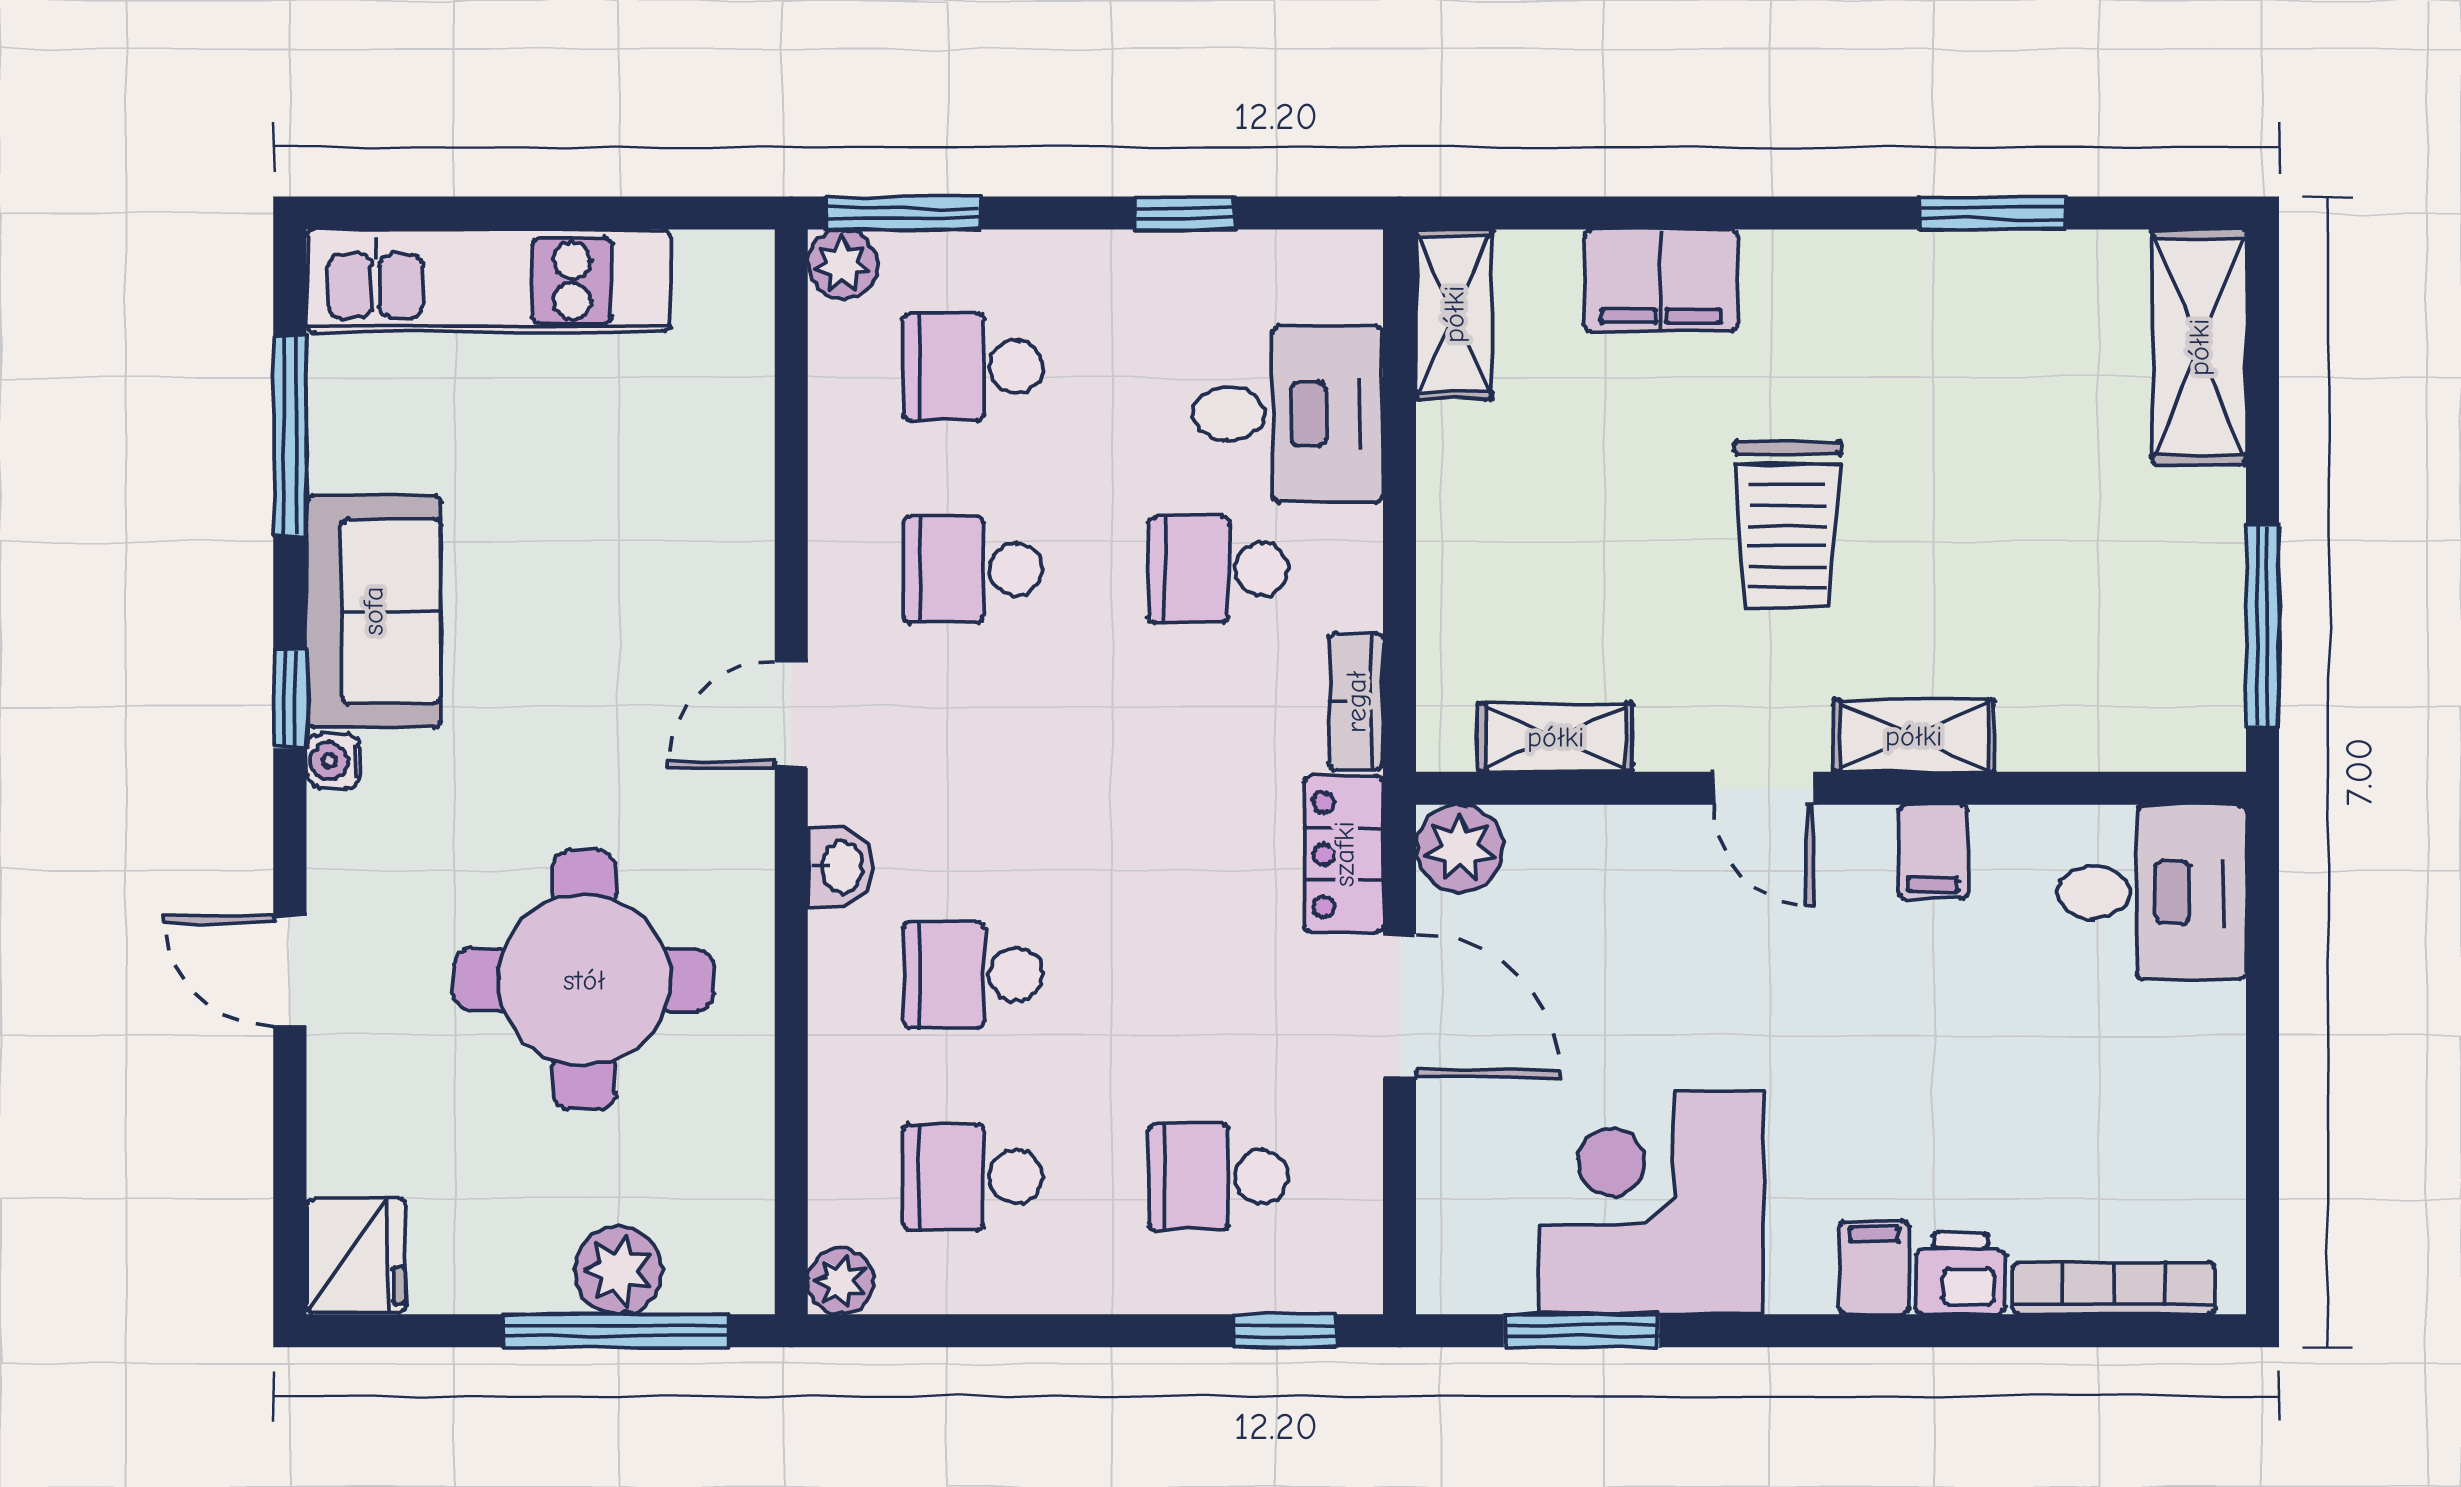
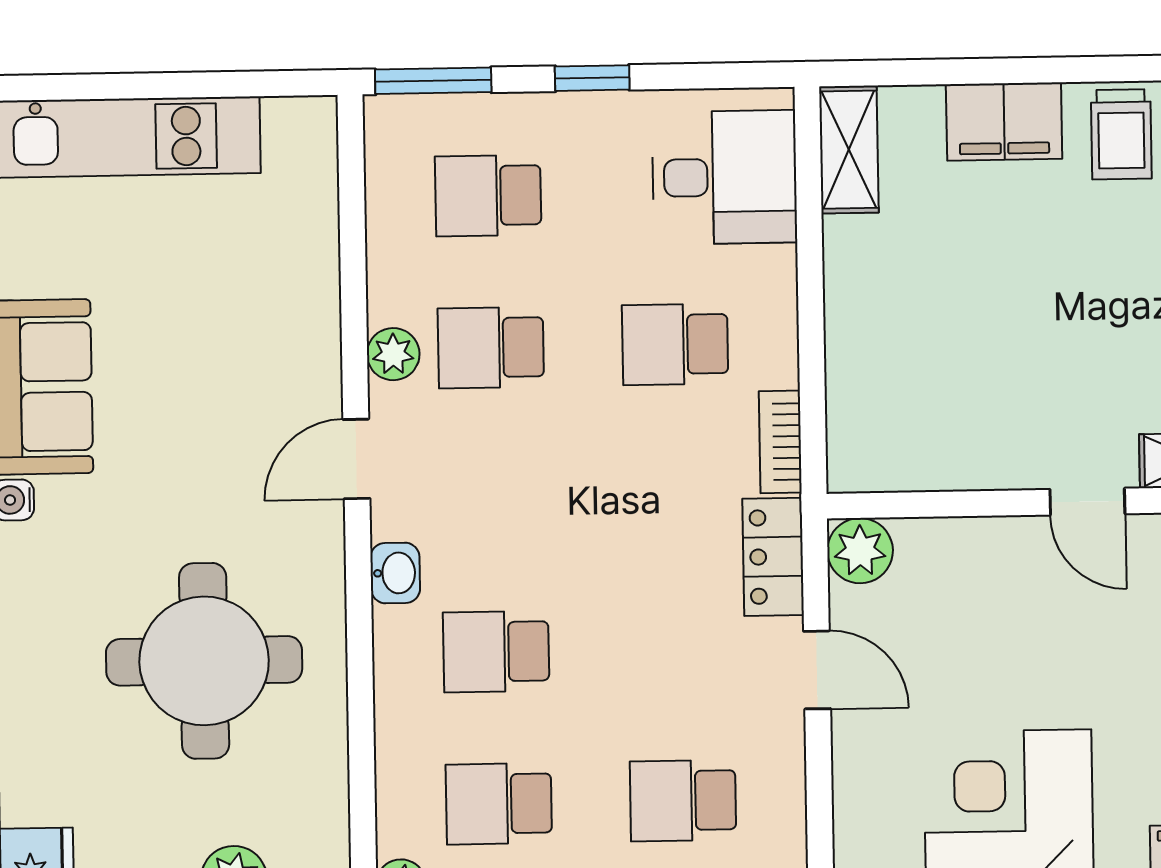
window: (1184, 213) -> (592, 78), moved
plant: (843, 264) -> (393, 354), moved
desk: (1288, 414) -> (724, 177), moved
trolley: (1788, 524) -> (1121, 134), moved, width x0.73, depth x0.72
shelving: (1556, 737) -> (931, 466), removed
door: (1400, 1006) -> (817, 670), width x0.73

